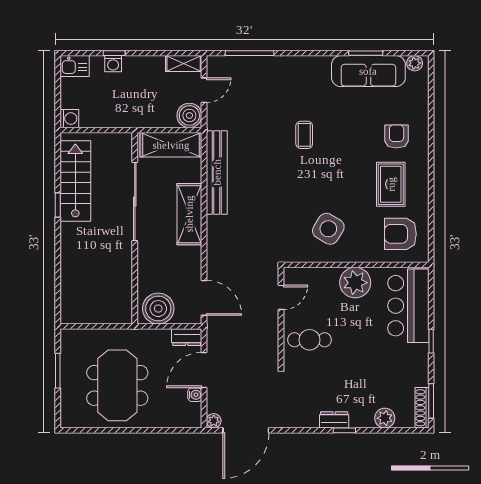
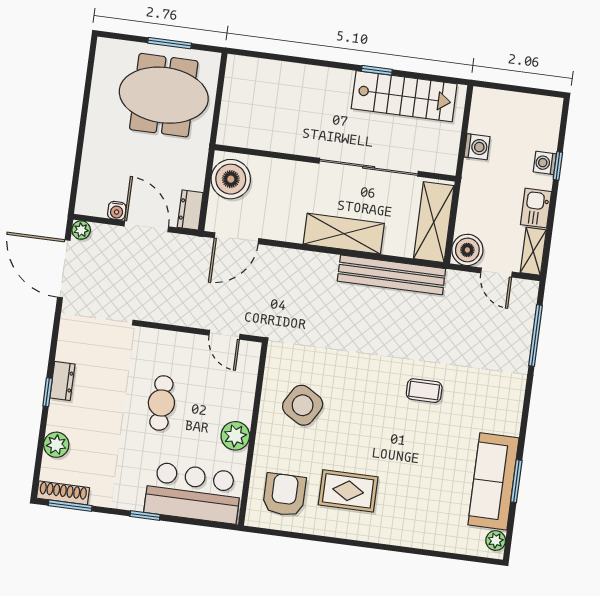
kitchen sink: (75, 66) -> (536, 208), moved
washing machine: (69, 119) -> (477, 147), moved, turned -90
armchair: (397, 136) -> (407, 506), removed
plant: (355, 283) -> (235, 436), width x0.73, depth x0.73
cafe table: (309, 340) -> (161, 403), moved
meeting table: (117, 385) -> (164, 95), moved

